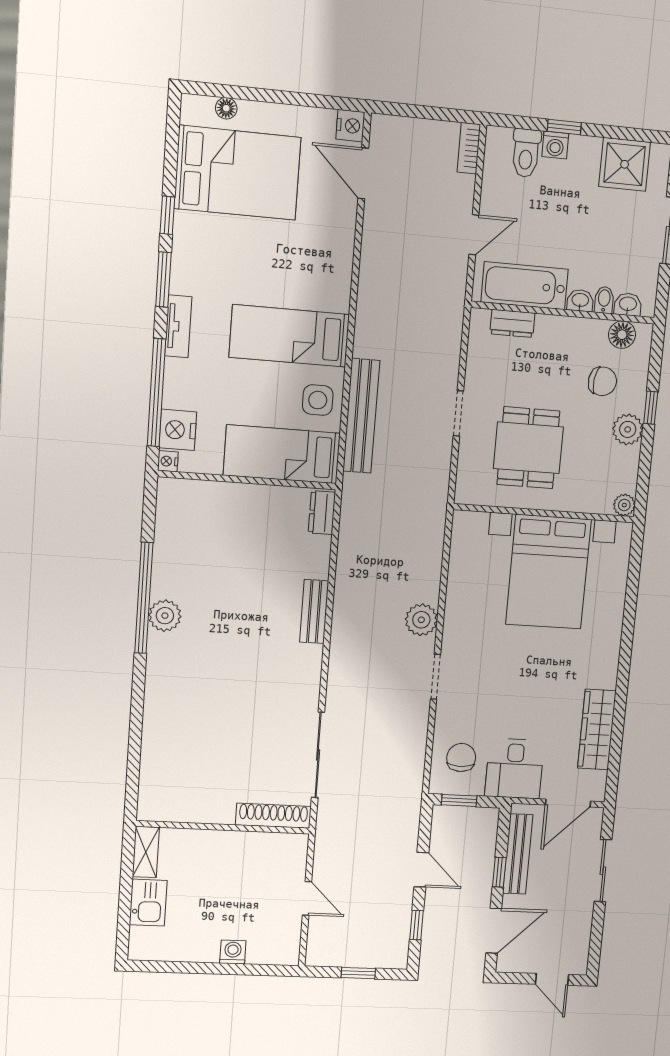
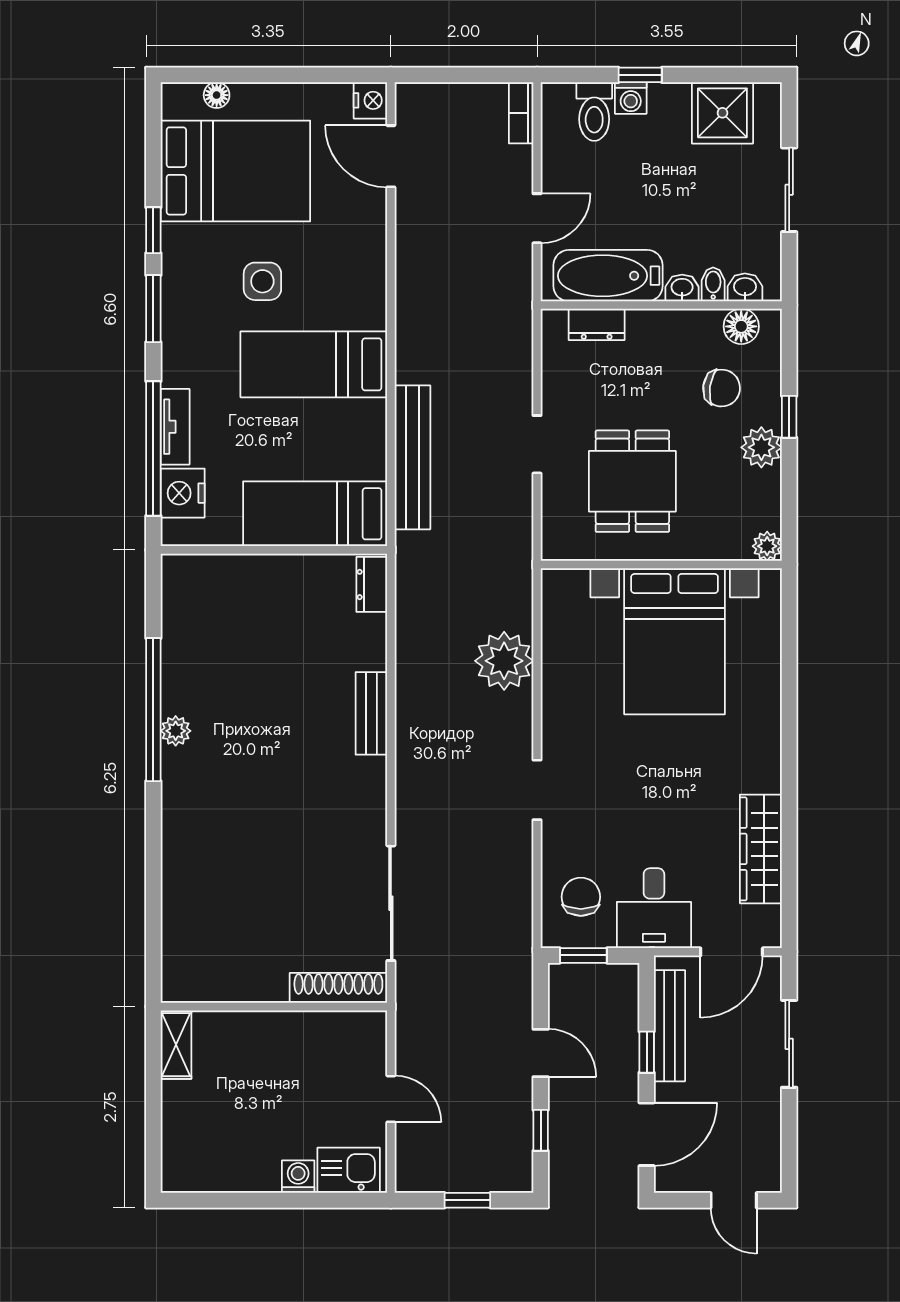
tv unit: (178, 326) -> (175, 427), moved
side table: (318, 400) -> (262, 281), moved
nightstand: (168, 461) -> (173, 533), removed
plant: (165, 616) -> (176, 731), width x0.73, depth x0.73
plant: (421, 620) -> (504, 661), moved, width x1.36, depth x1.36
kitchen sink: (148, 903) -> (349, 1170), moved, turned -90

